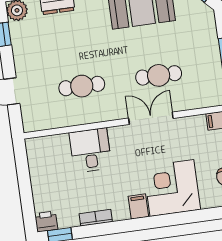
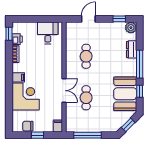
desk: (90, 150) -> (48, 33), moved, turned -90
printer: (46, 221) -> (17, 39), moved

